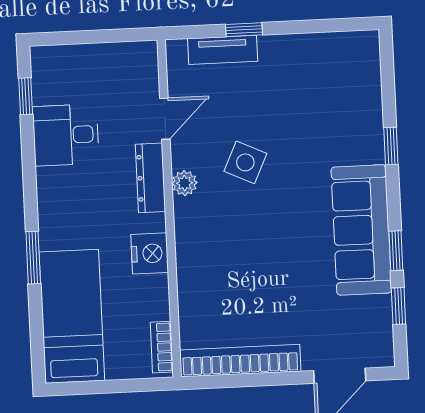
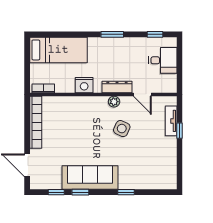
desk: (66, 135) -> (163, 60), moved, turned 90
window: (33, 258) -> (112, 34), moved

